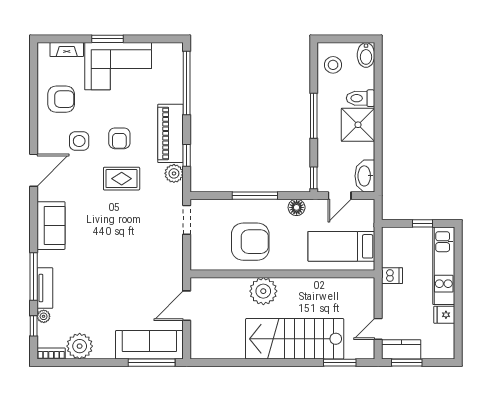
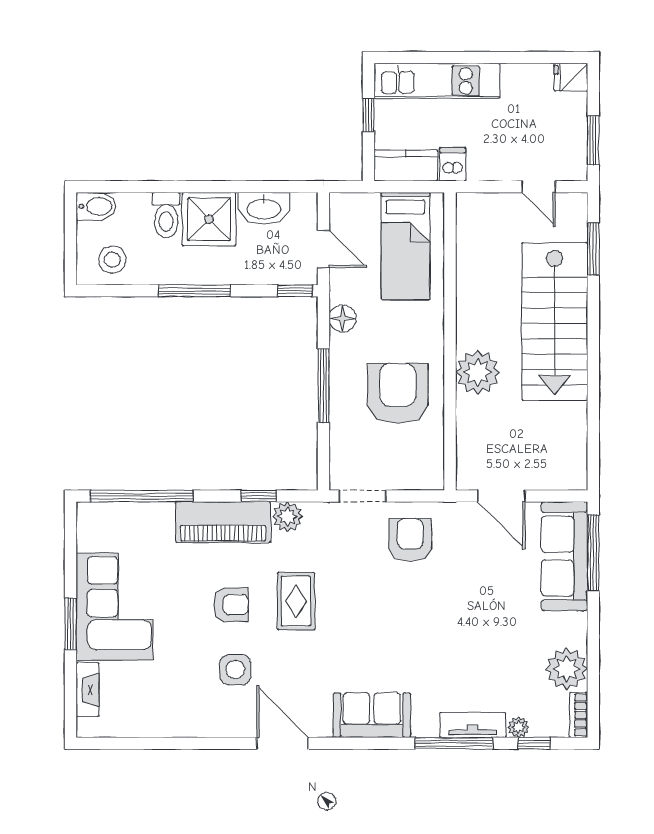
armchair: (61, 99) -> (410, 540), moved
washbasin: (365, 176) -> (264, 208), moved
fridge: (444, 315) -> (571, 77), moved, turned 90
kitchen counter: (401, 349) -> (406, 165), moved, turned 90

